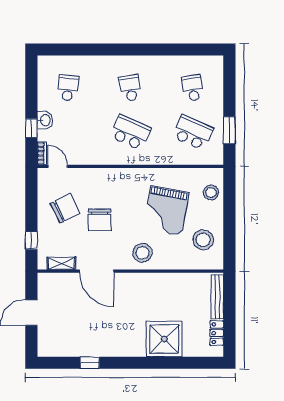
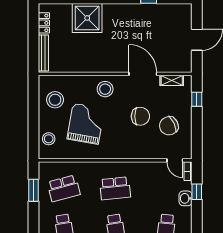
school desk: (130, 132) -> (115, 188), turned -30
school desk: (193, 132) -> (64, 188), turned -39
chair: (100, 220) -> (140, 116), turned 90

